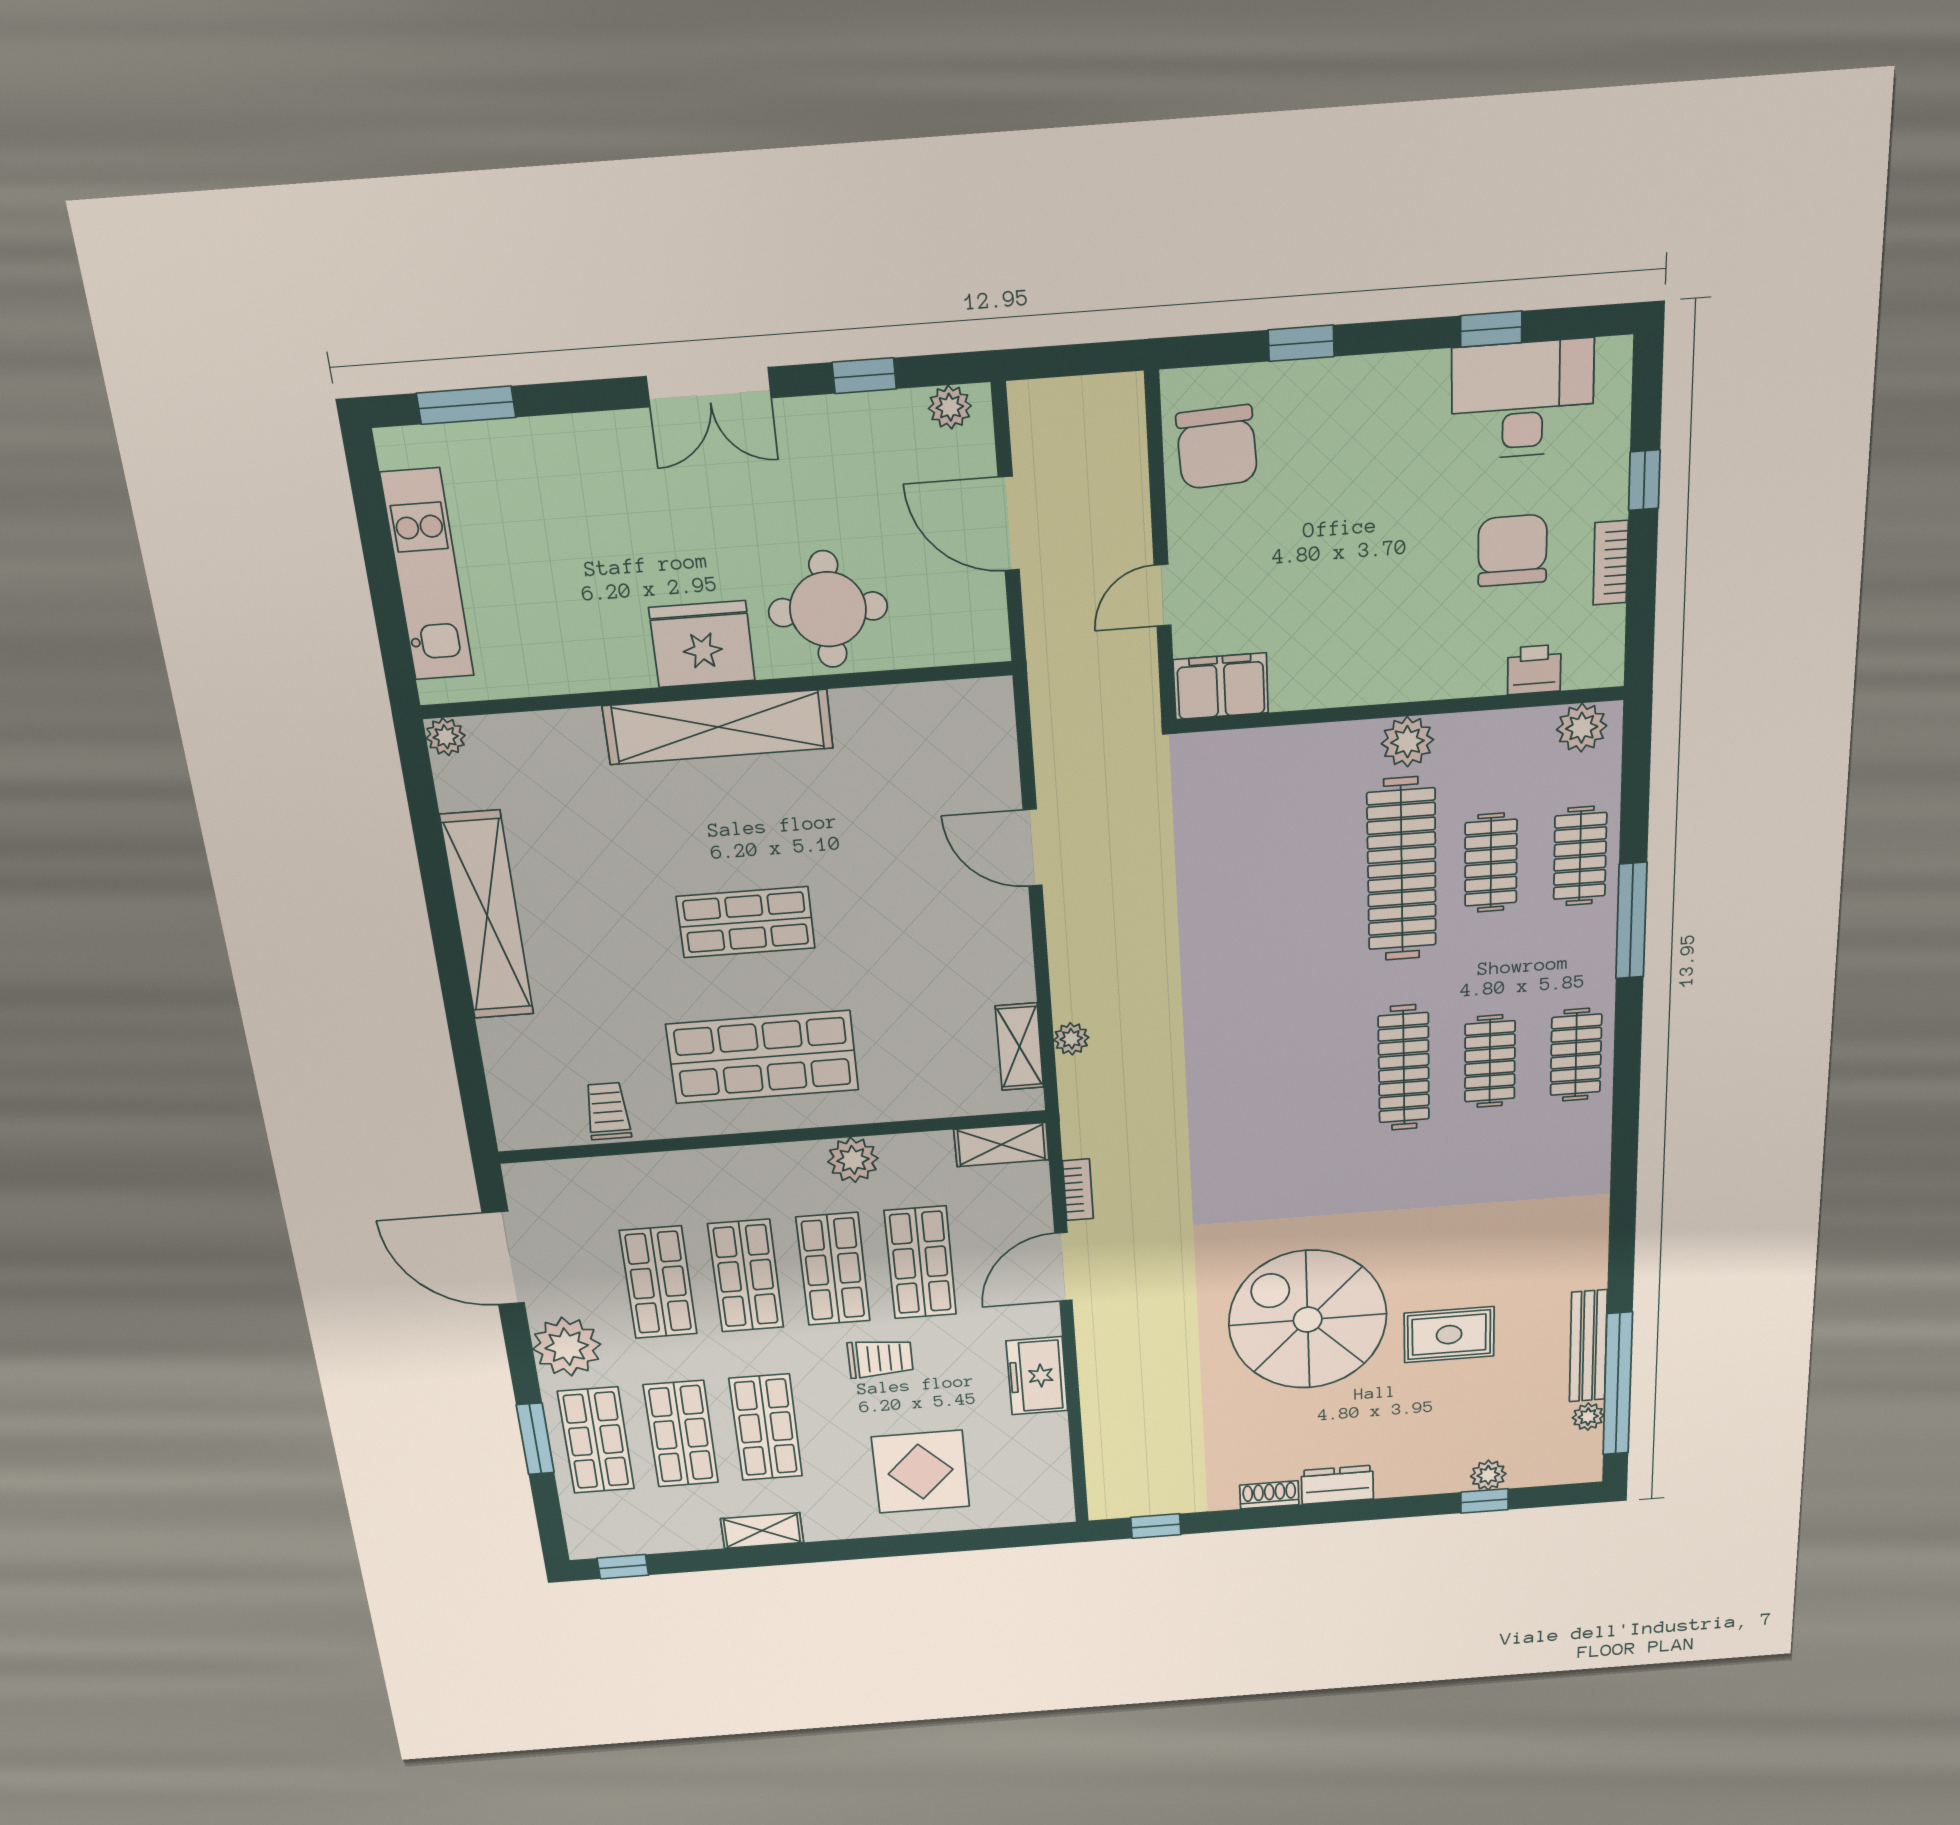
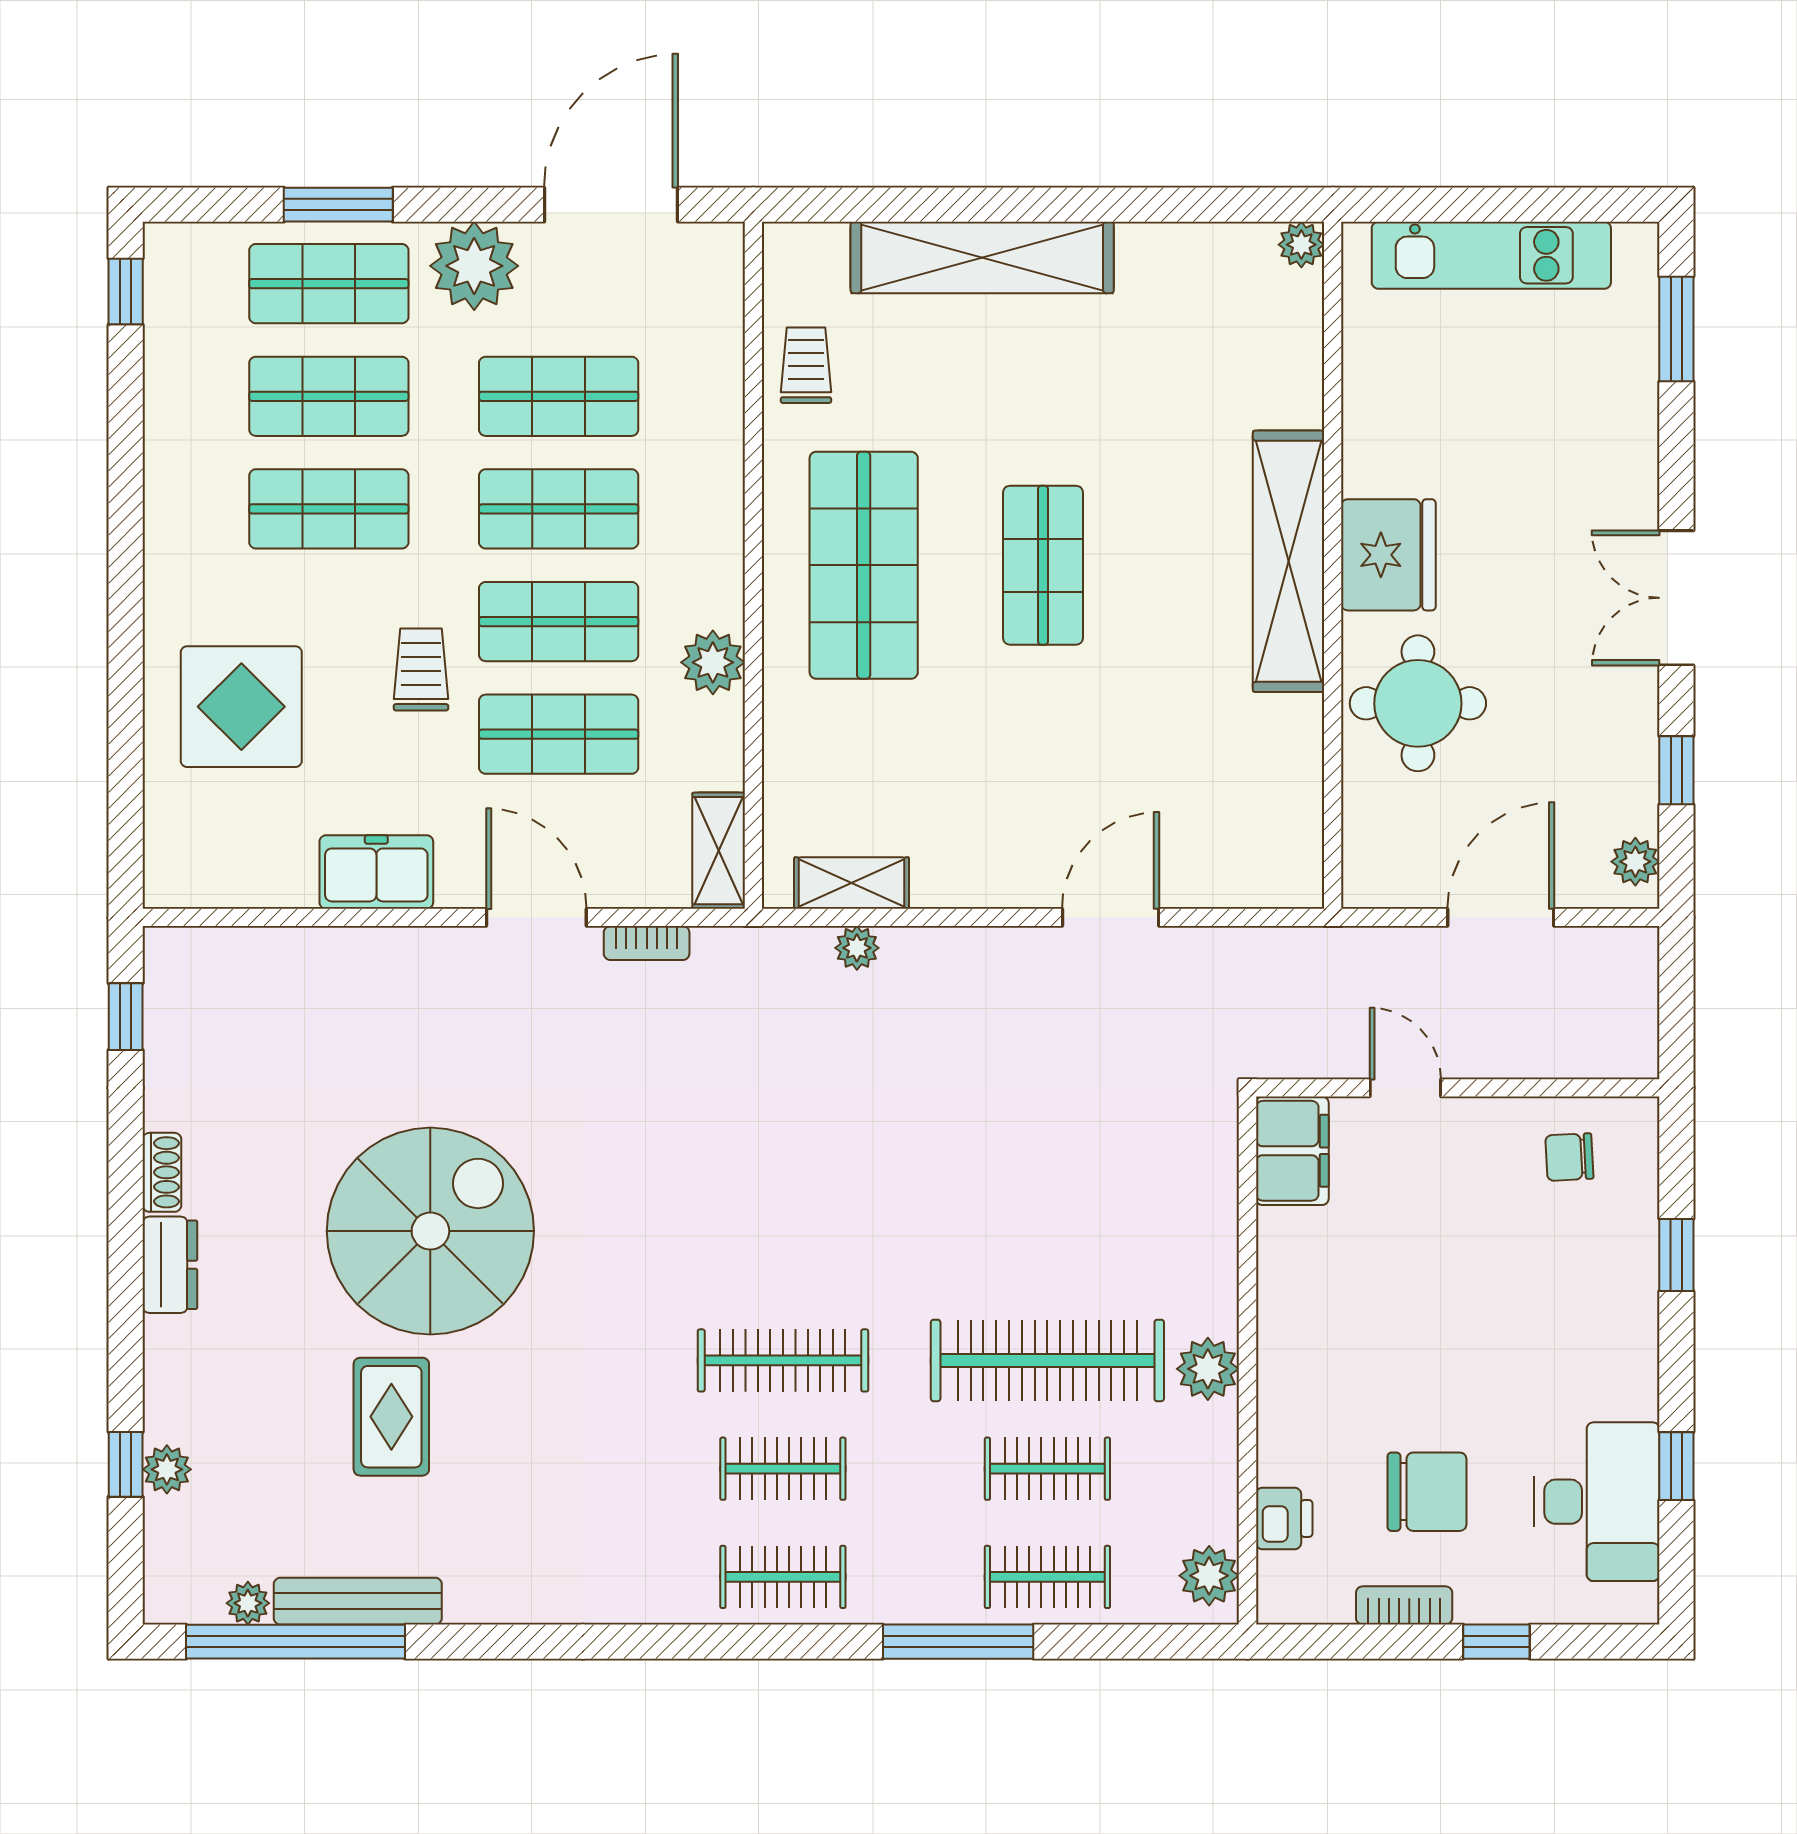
chair: (1217, 447) -> (1569, 1157), width x0.54, depth x0.54
shelving: (487, 916) -> (982, 257), moved
trolley: (608, 1111) -> (806, 365), turned -90
trolley: (880, 1358) -> (421, 670), turned 180
shelving: (762, 1531) -> (167, 485), removed

